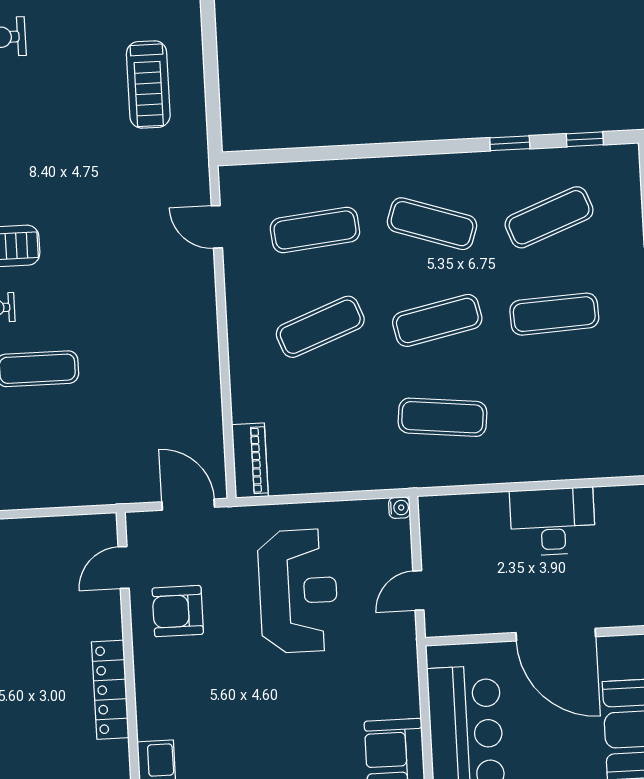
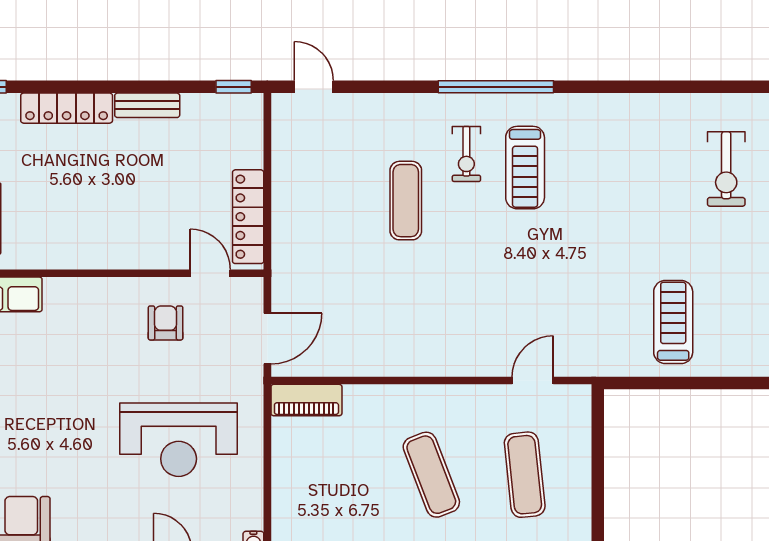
treadmill: (148, 84) -> (673, 322), turned 90
armchair: (178, 611) -> (166, 323), width x0.72, depth x0.72
locker: (110, 690) -> (248, 217), moved, turned -90

